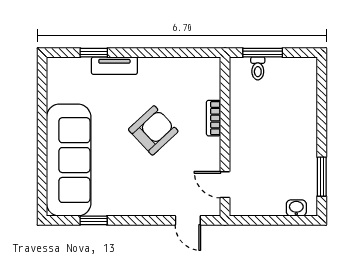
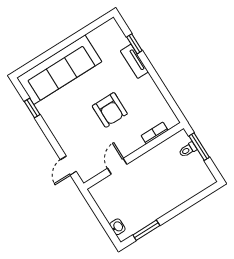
bookcase: (214, 118) -> (155, 133), moved
armchair: (153, 130) -> (110, 110), turned 43
door: (225, 185) -> (117, 166), moved

